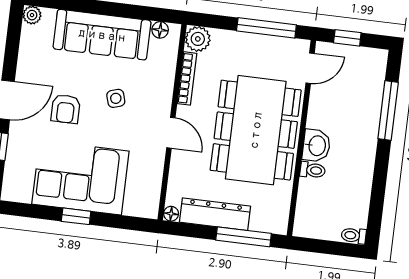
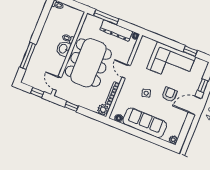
window: (266, 28) -> (72, 106), width x0.46
door: (310, 68) -> (57, 84), hinge flipped
window: (76, 216) -> (190, 51), moved

